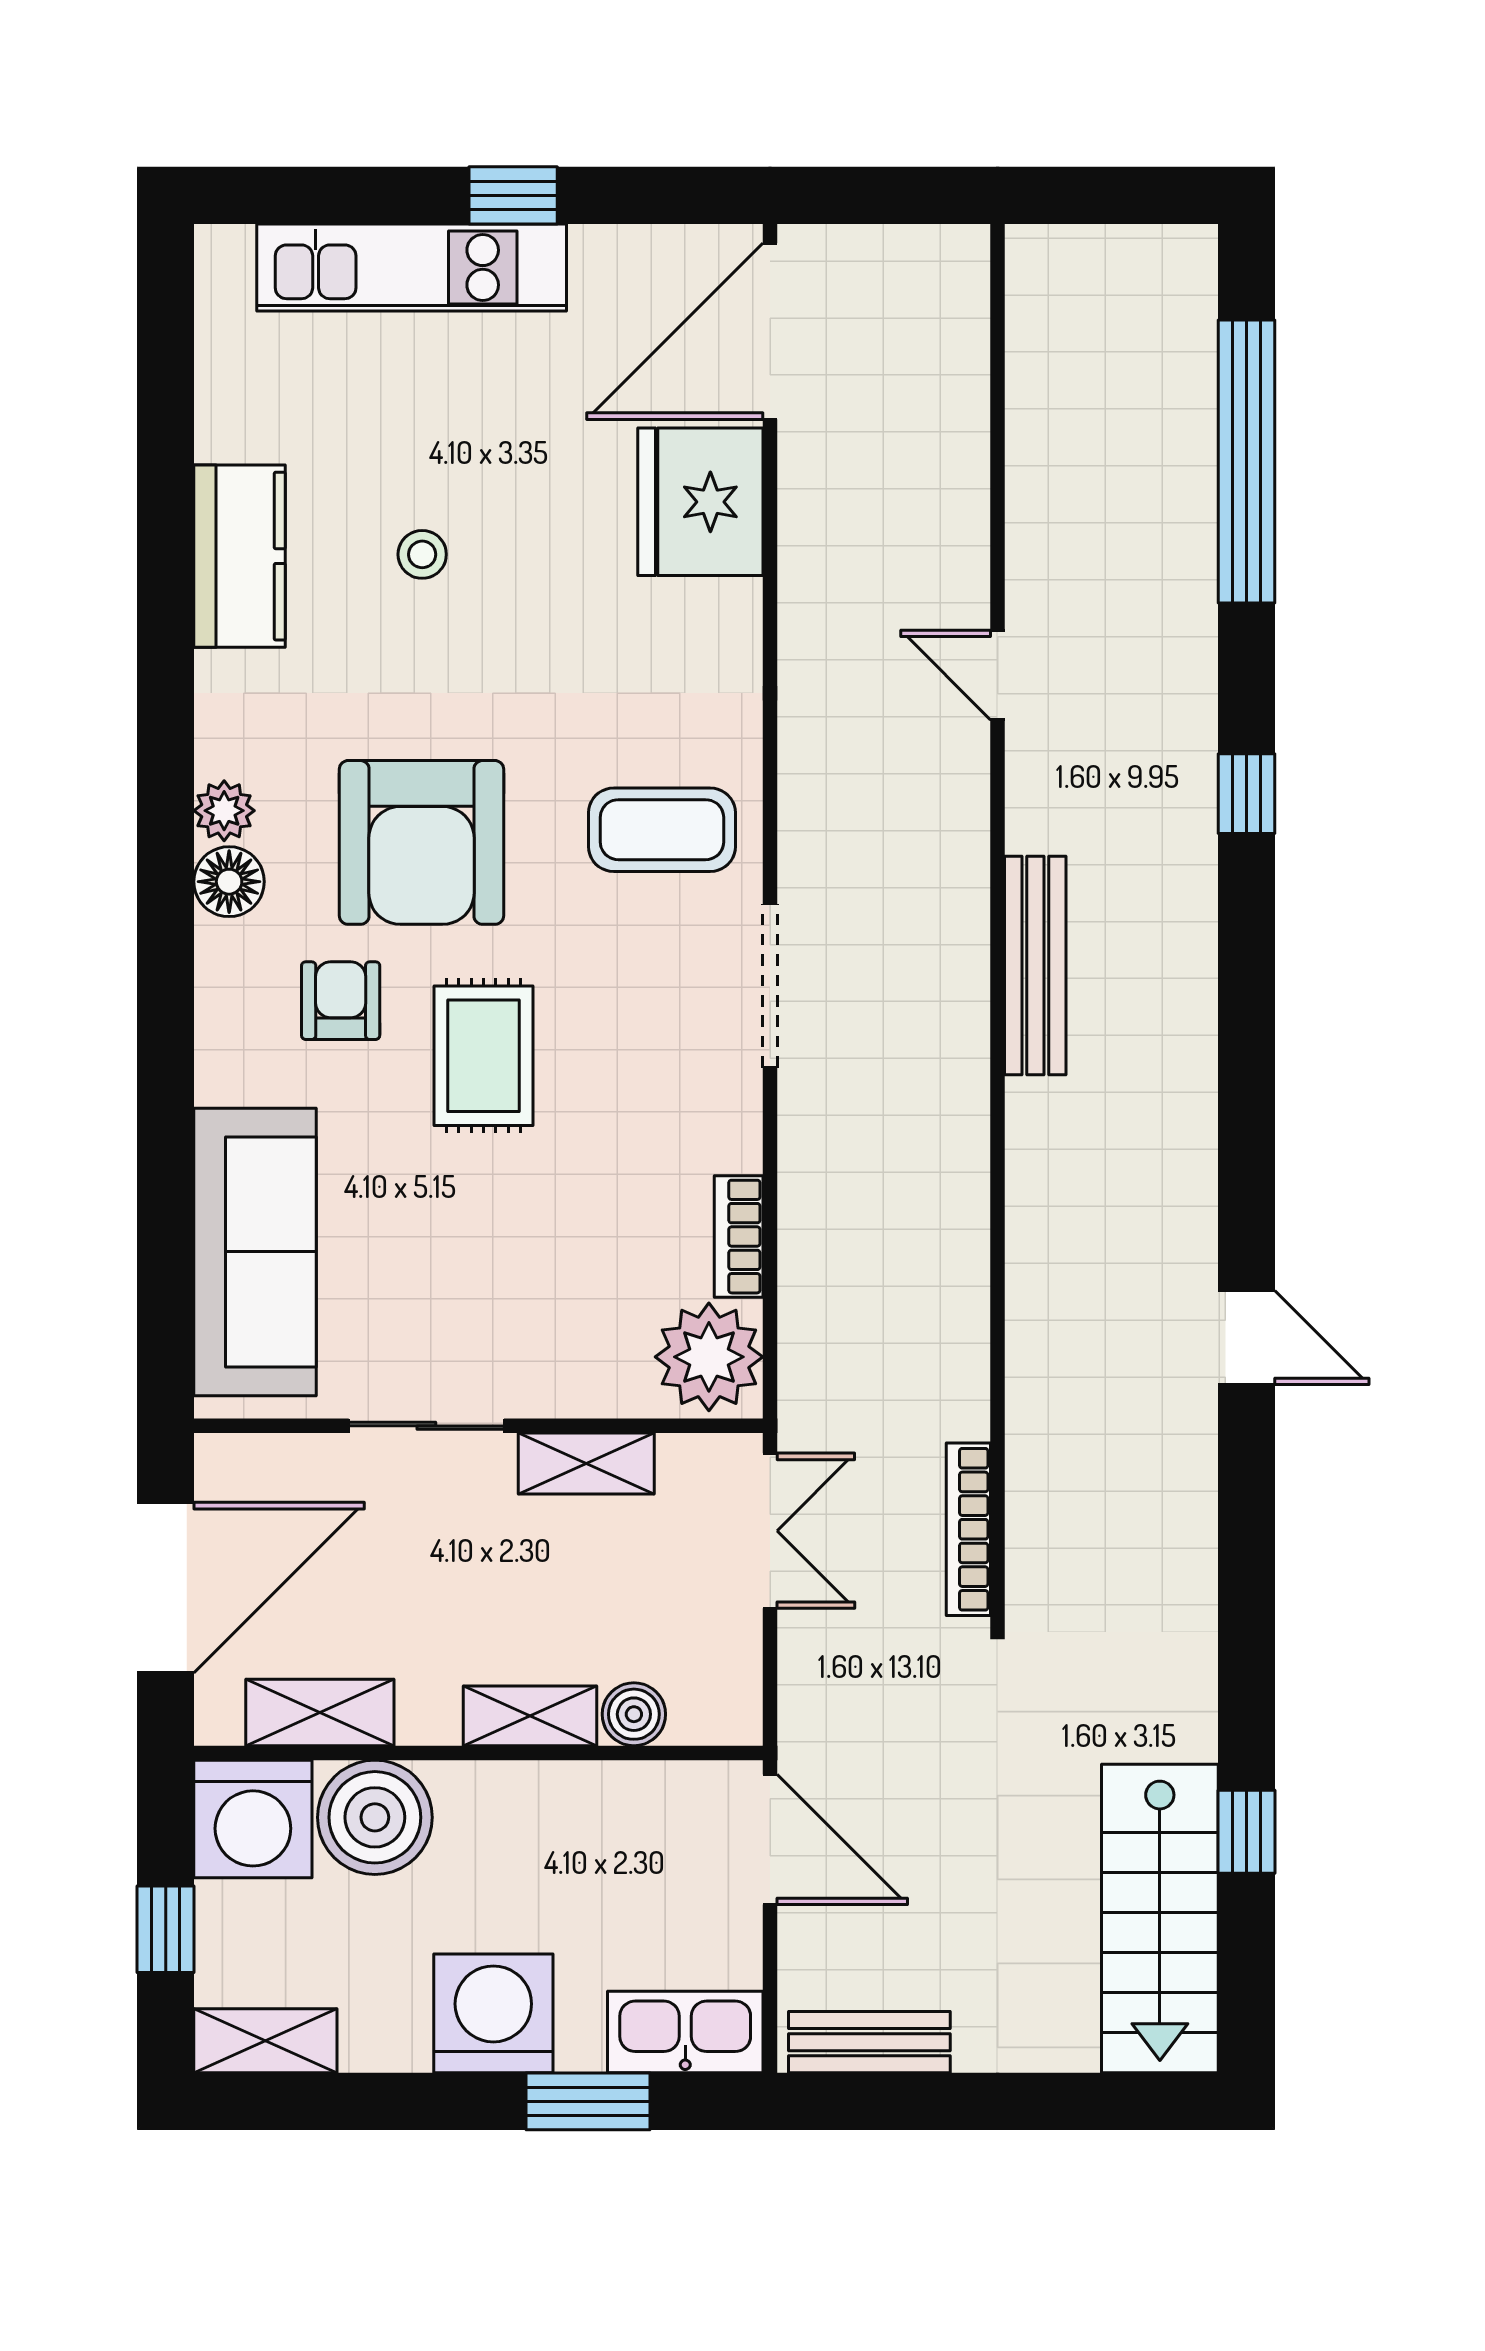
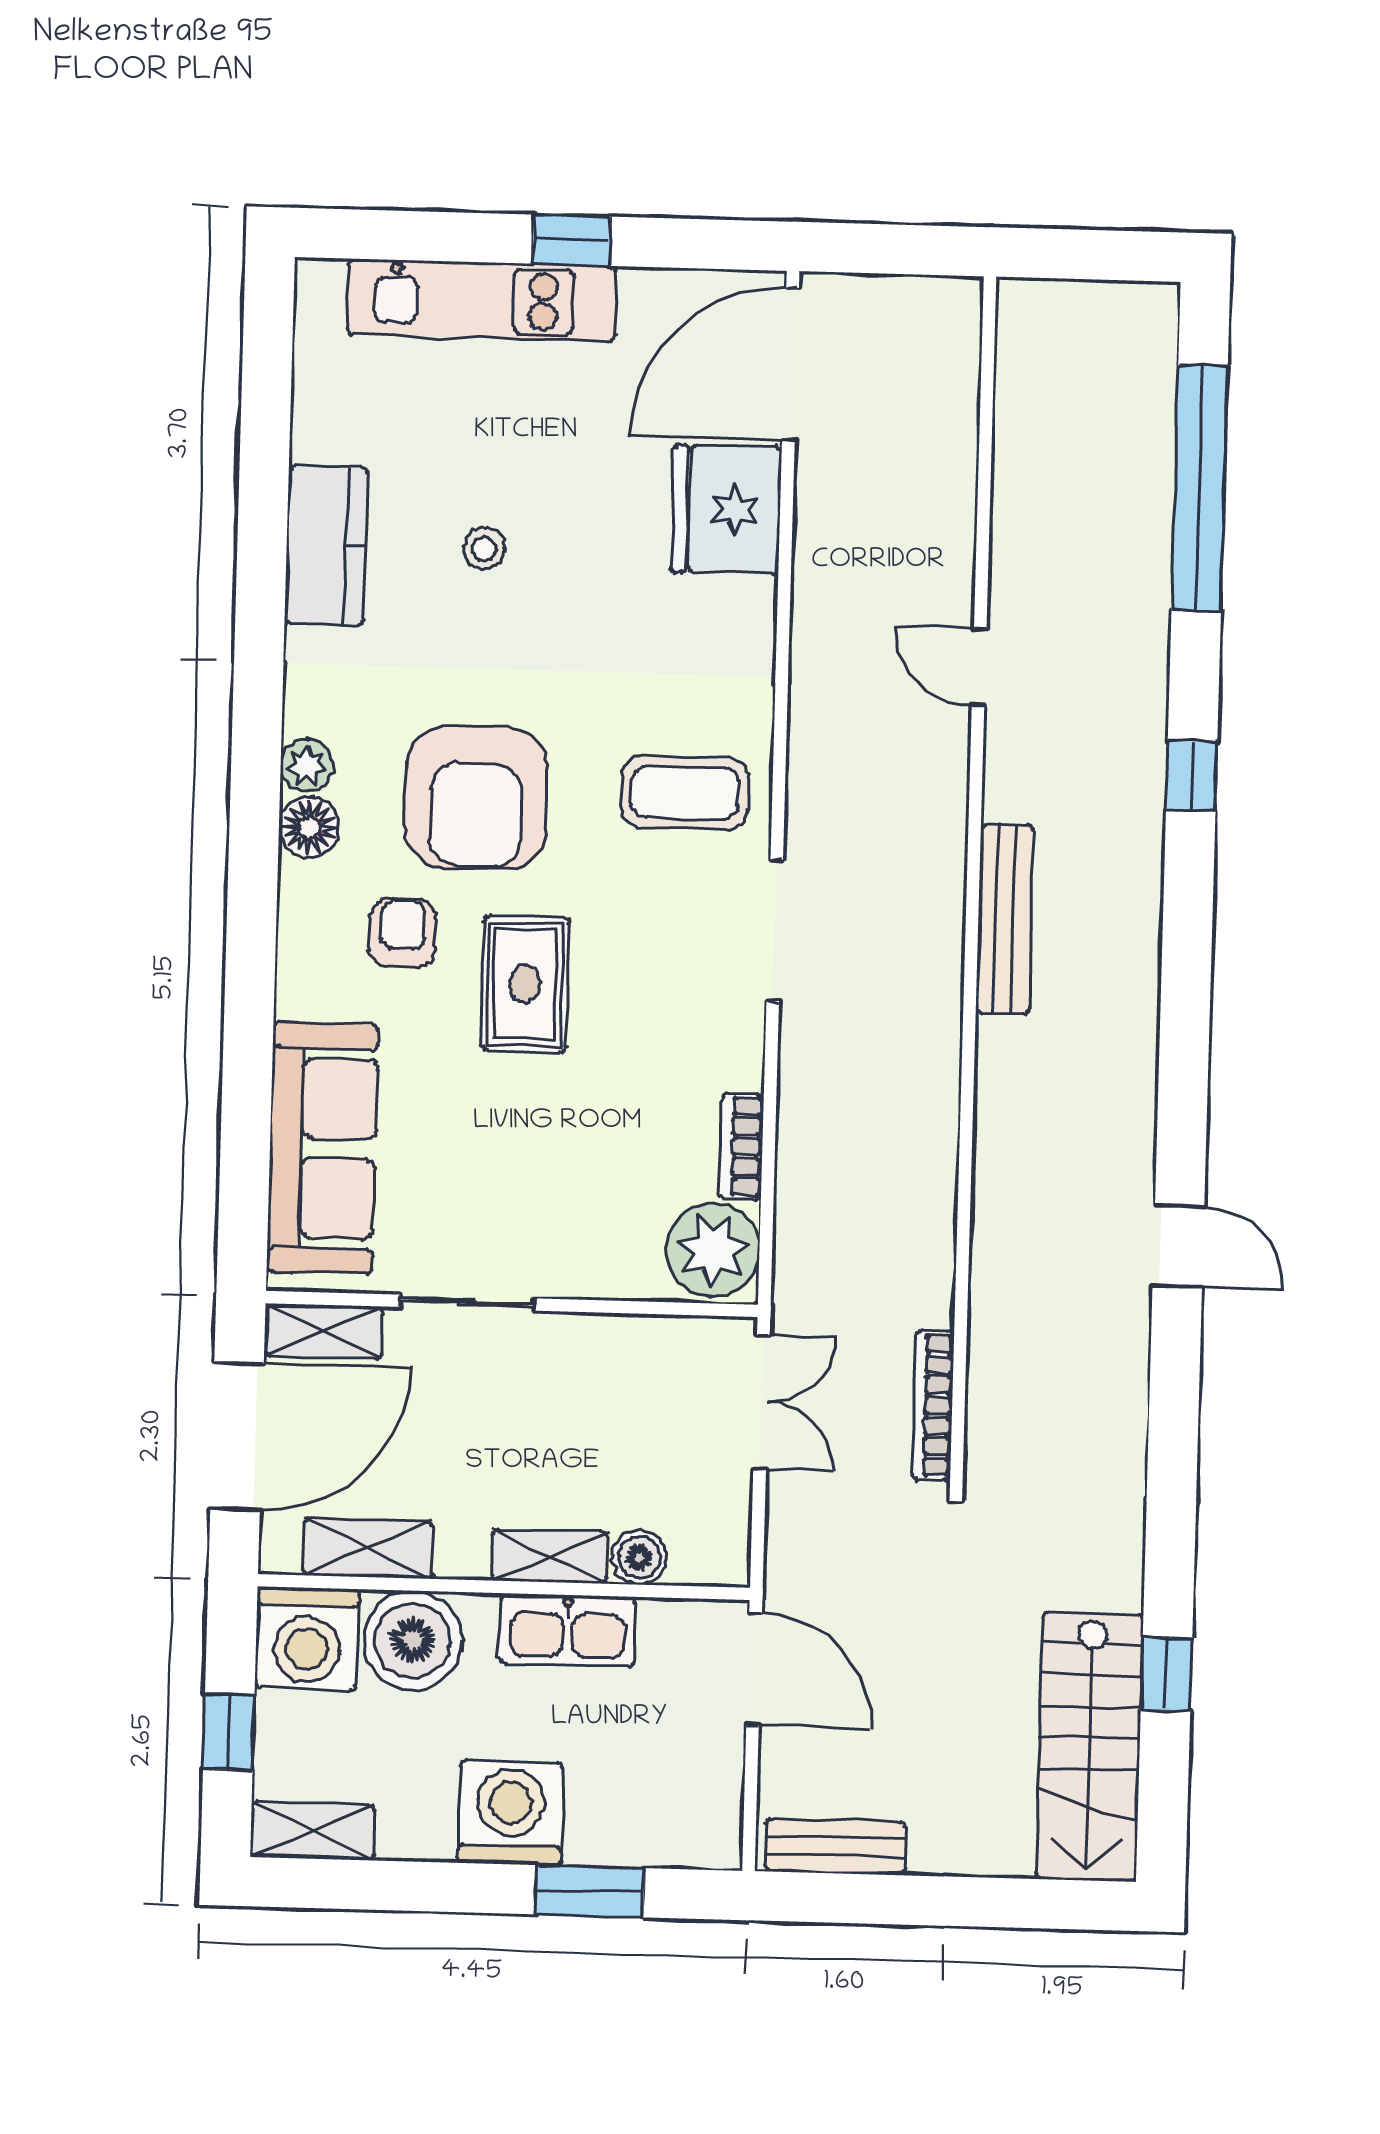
shelving: (586, 1463) -> (323, 1331), moved
kitchen sink: (685, 2032) -> (568, 1630), moved, turned 180

